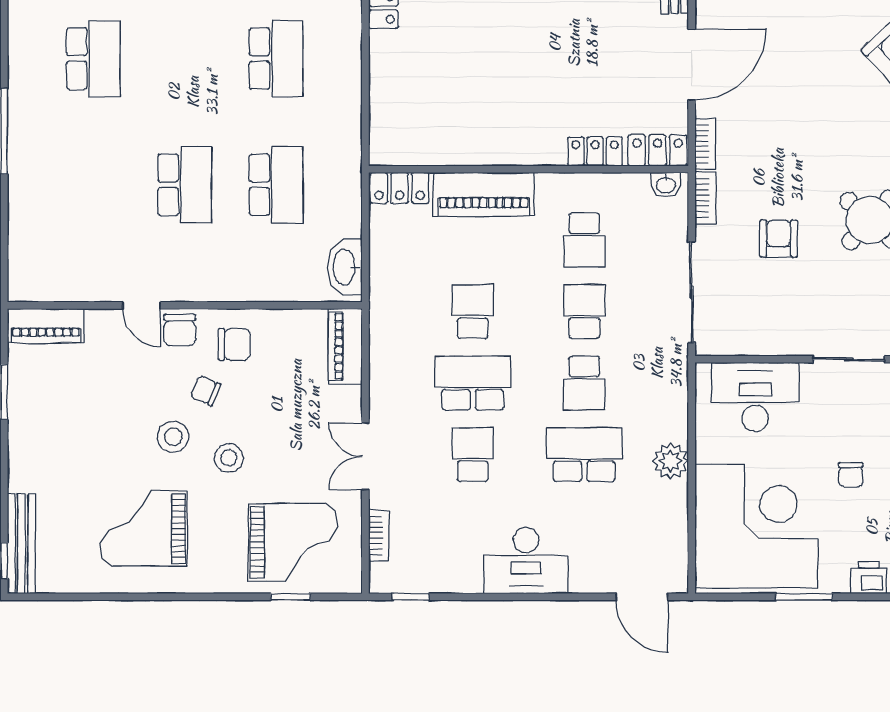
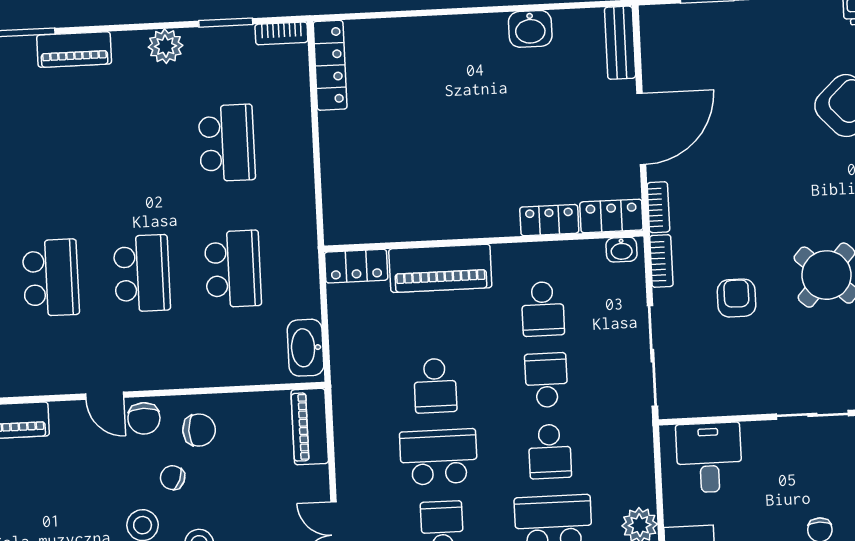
school desk: (93, 59) -> (51, 278), moved
school desk: (473, 311) -> (435, 386), turned 180
desk: (755, 397) -> (709, 458), width x0.73

